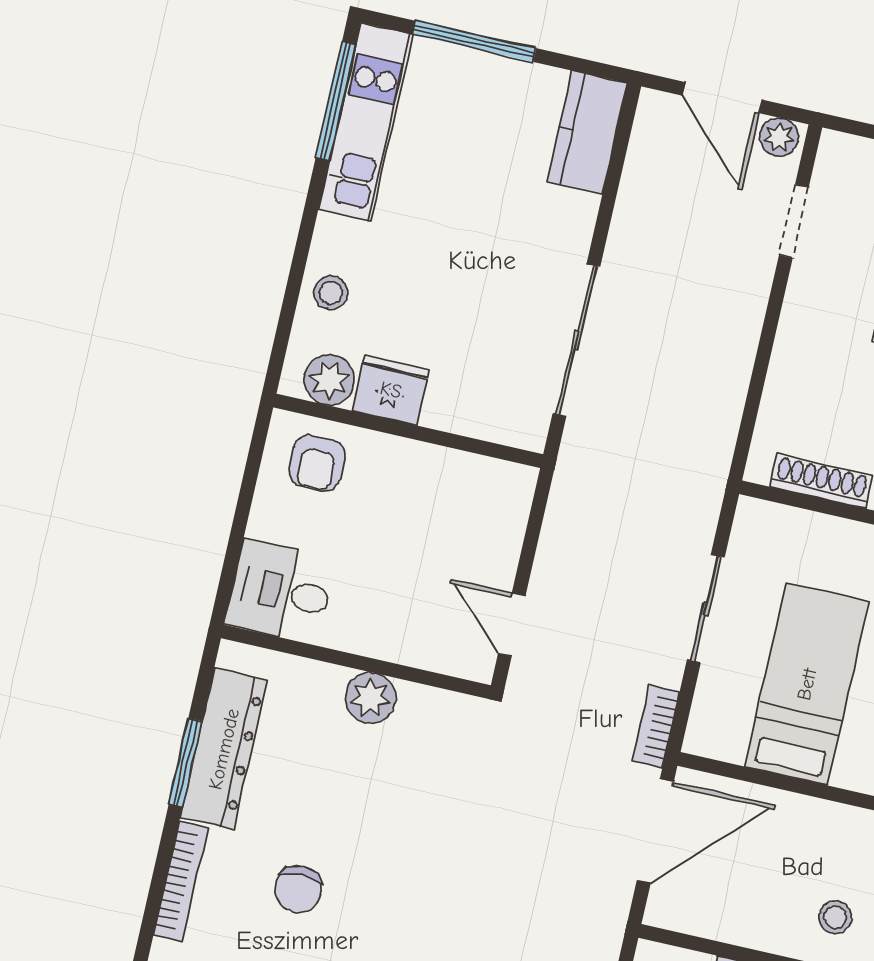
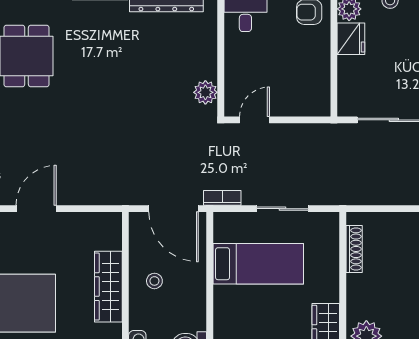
plant: (371, 698) -> (205, 92), moved
chair: (298, 889) -> (109, 48), removed
stool: (835, 917) -> (154, 281), moved

